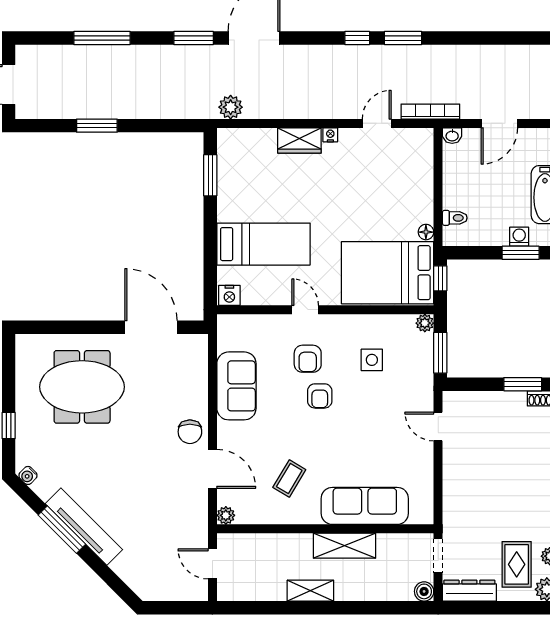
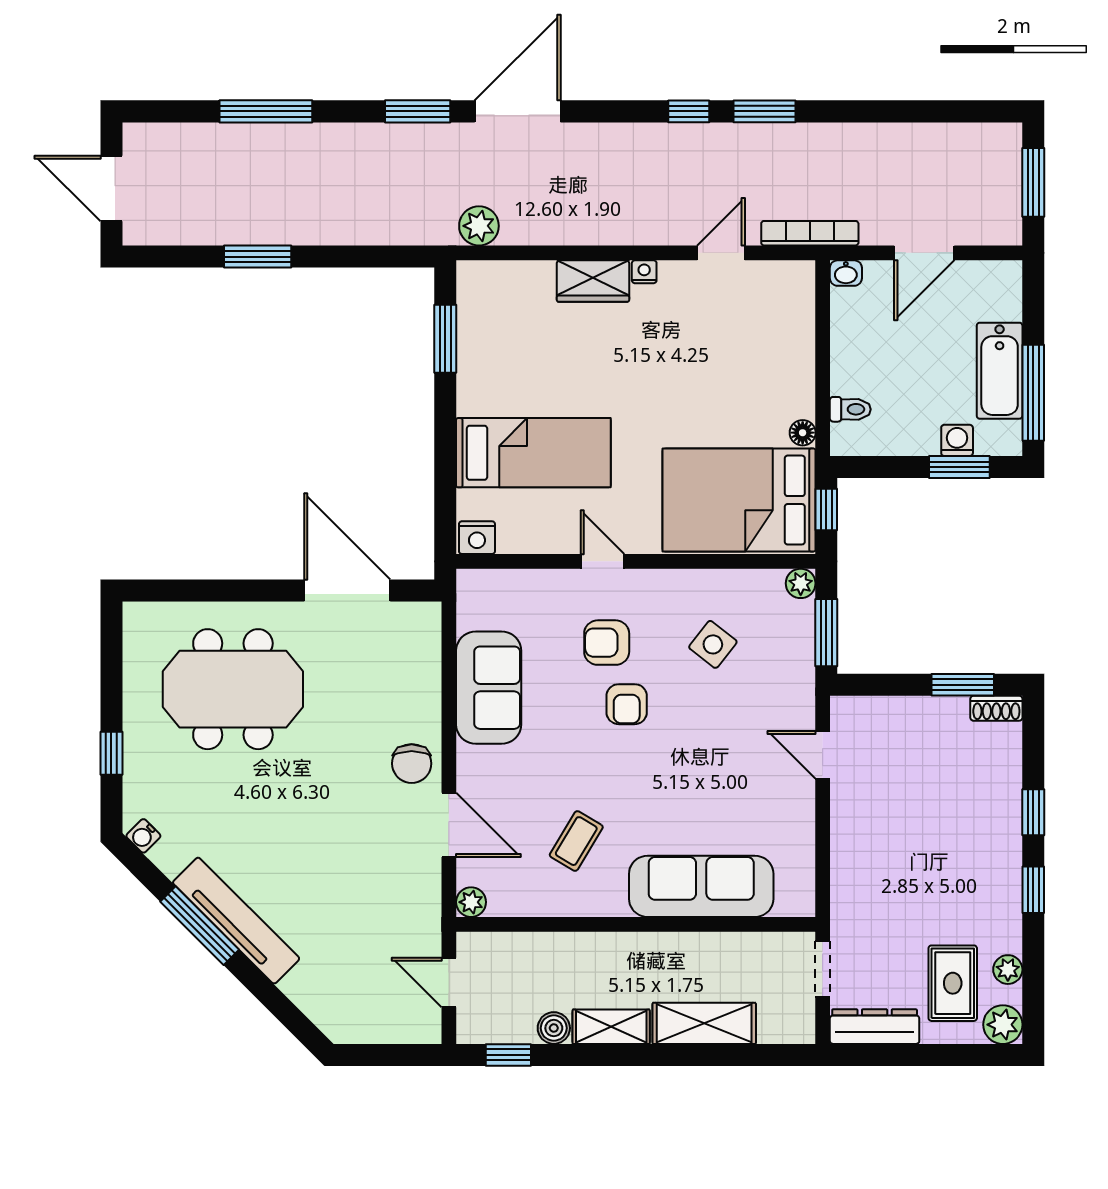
armchair: (308, 359) -> (607, 643), turned 90
side table: (372, 360) -> (713, 644), turned 38
shelving: (345, 546) -> (704, 1023), moved
boiler: (424, 591) -> (554, 1028), moved
window: (248, 608) -> (508, 1055), added

